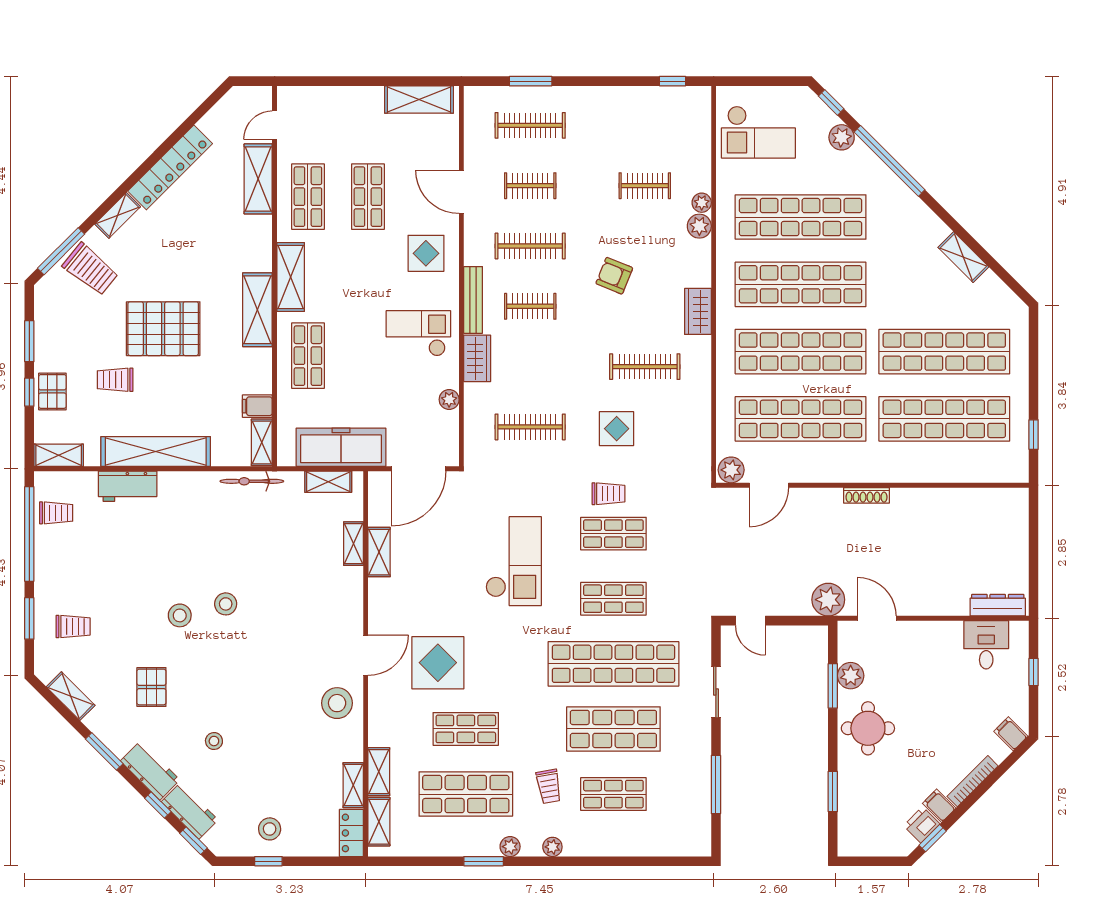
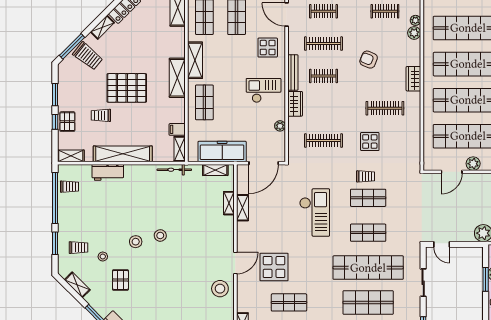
plant: (731, 470) -> (473, 164), moved
stool: (214, 741) -> (103, 257), moved

